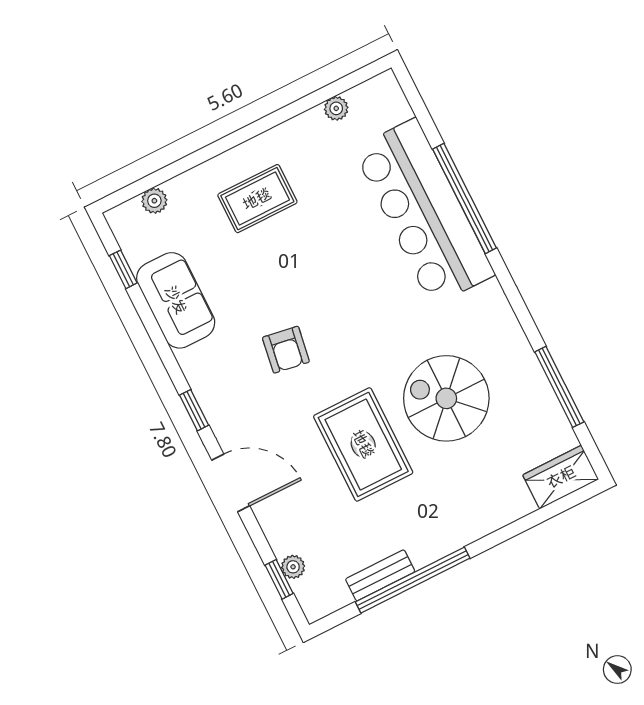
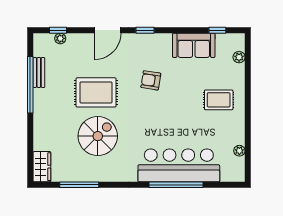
rug: (257, 199) -> (219, 100), turned 90

